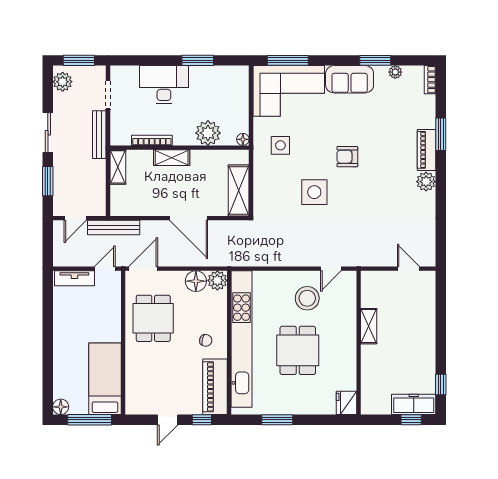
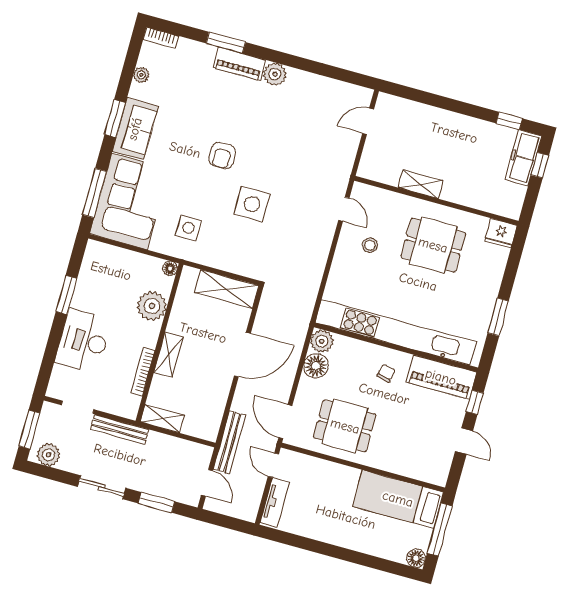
window: (375, 60) -> (115, 118), moved
stool: (307, 298) -> (370, 245), width x0.53, depth x0.53
dining table: (298, 350) -> (433, 245), moved

